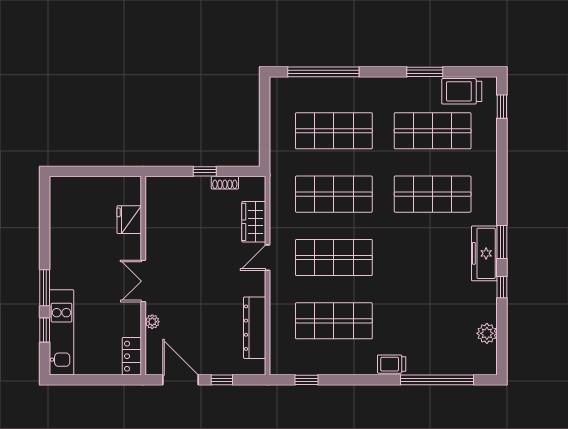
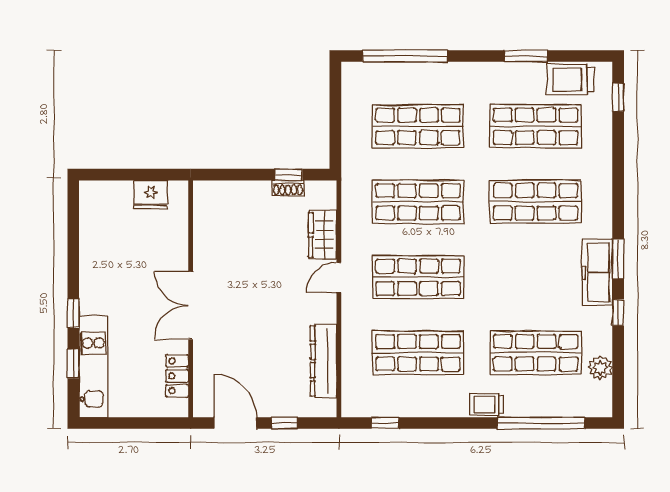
window: (205, 171) -> (289, 175), moved
fridge: (129, 220) -> (151, 195), moved, turned -90
double door: (143, 281) -> (191, 305), width x1.37
window: (45, 288) -> (73, 313), width x0.67
shop shelf: (433, 321) -> (536, 353), added
plant: (152, 322) -> (201, 354), removed
locker: (132, 356) -> (177, 376), moved

